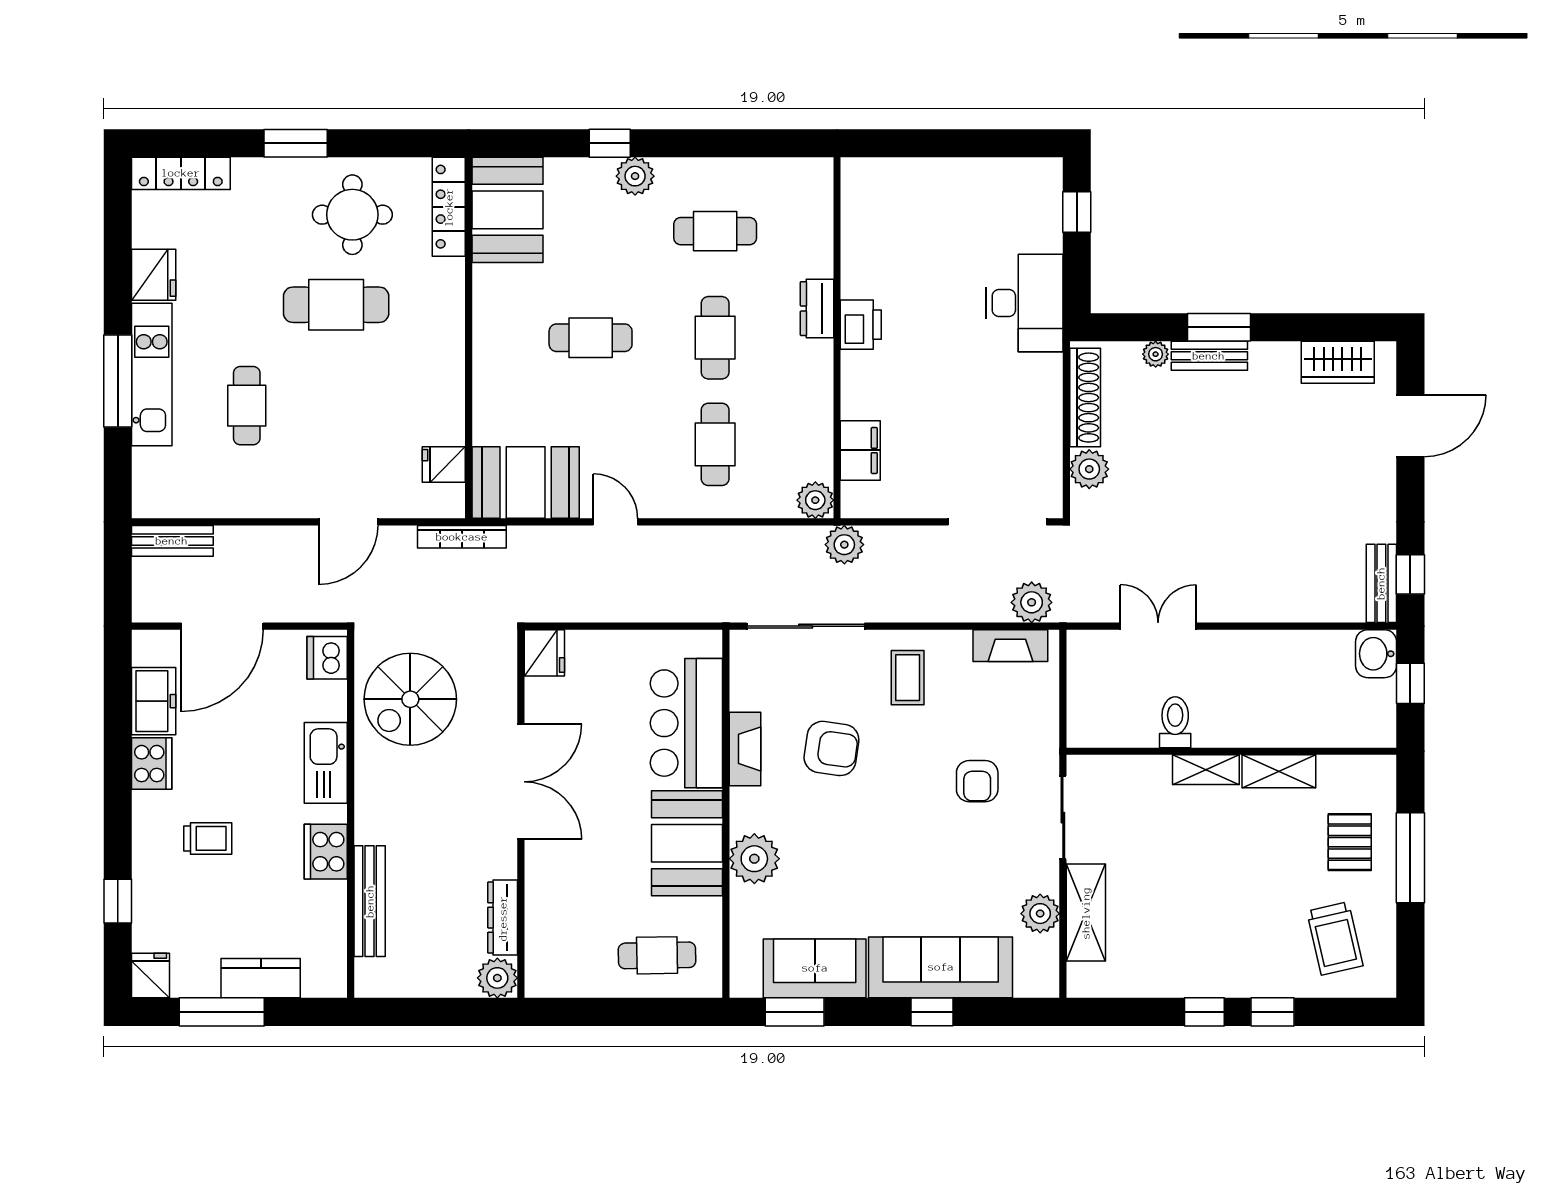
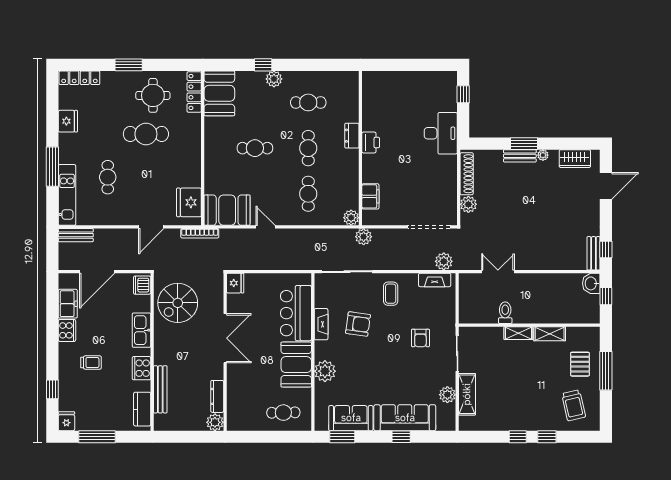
plant: (1156, 354) -> (543, 155), moved
kitchen unit: (152, 375) -> (67, 195), moved
fridge: (444, 464) -> (189, 202), width x1.88, depth x1.34
kitchen counter: (261, 978) -> (142, 409), moved, turned -90

